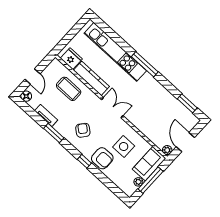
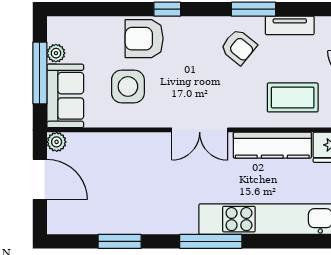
window: (187, 103) -> (120, 241), moved
armchair: (83, 130) -> (239, 47), moved

